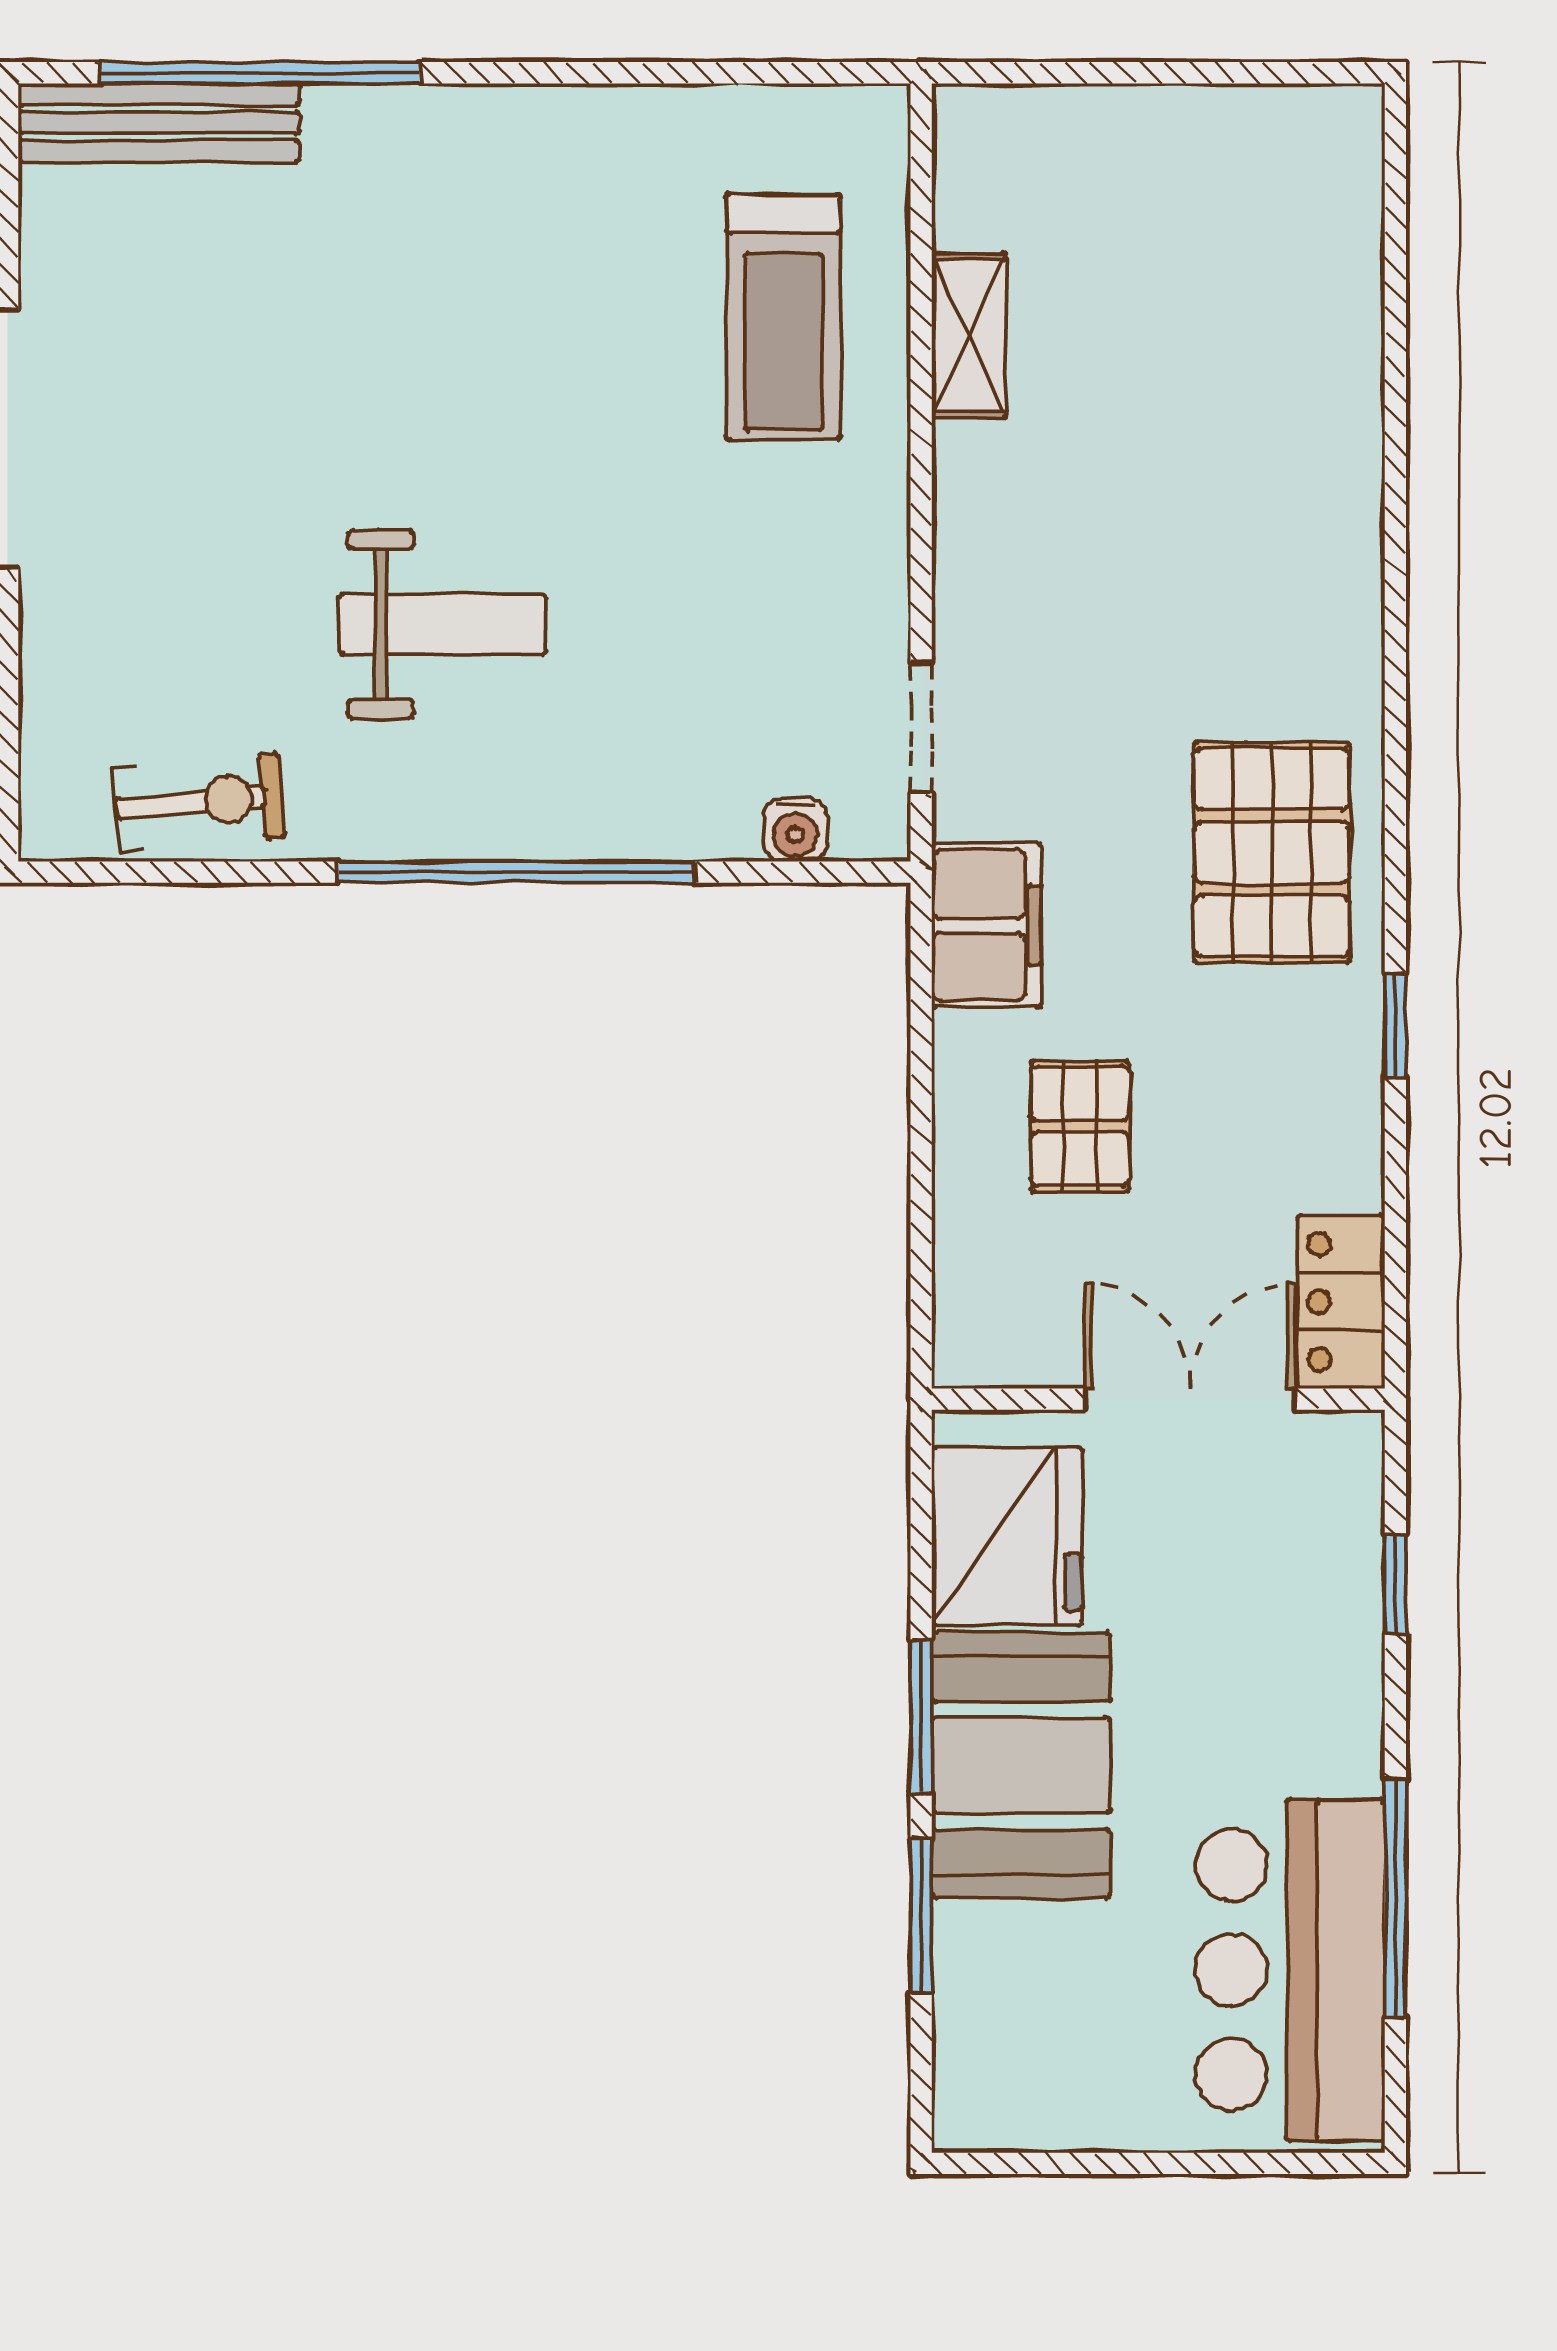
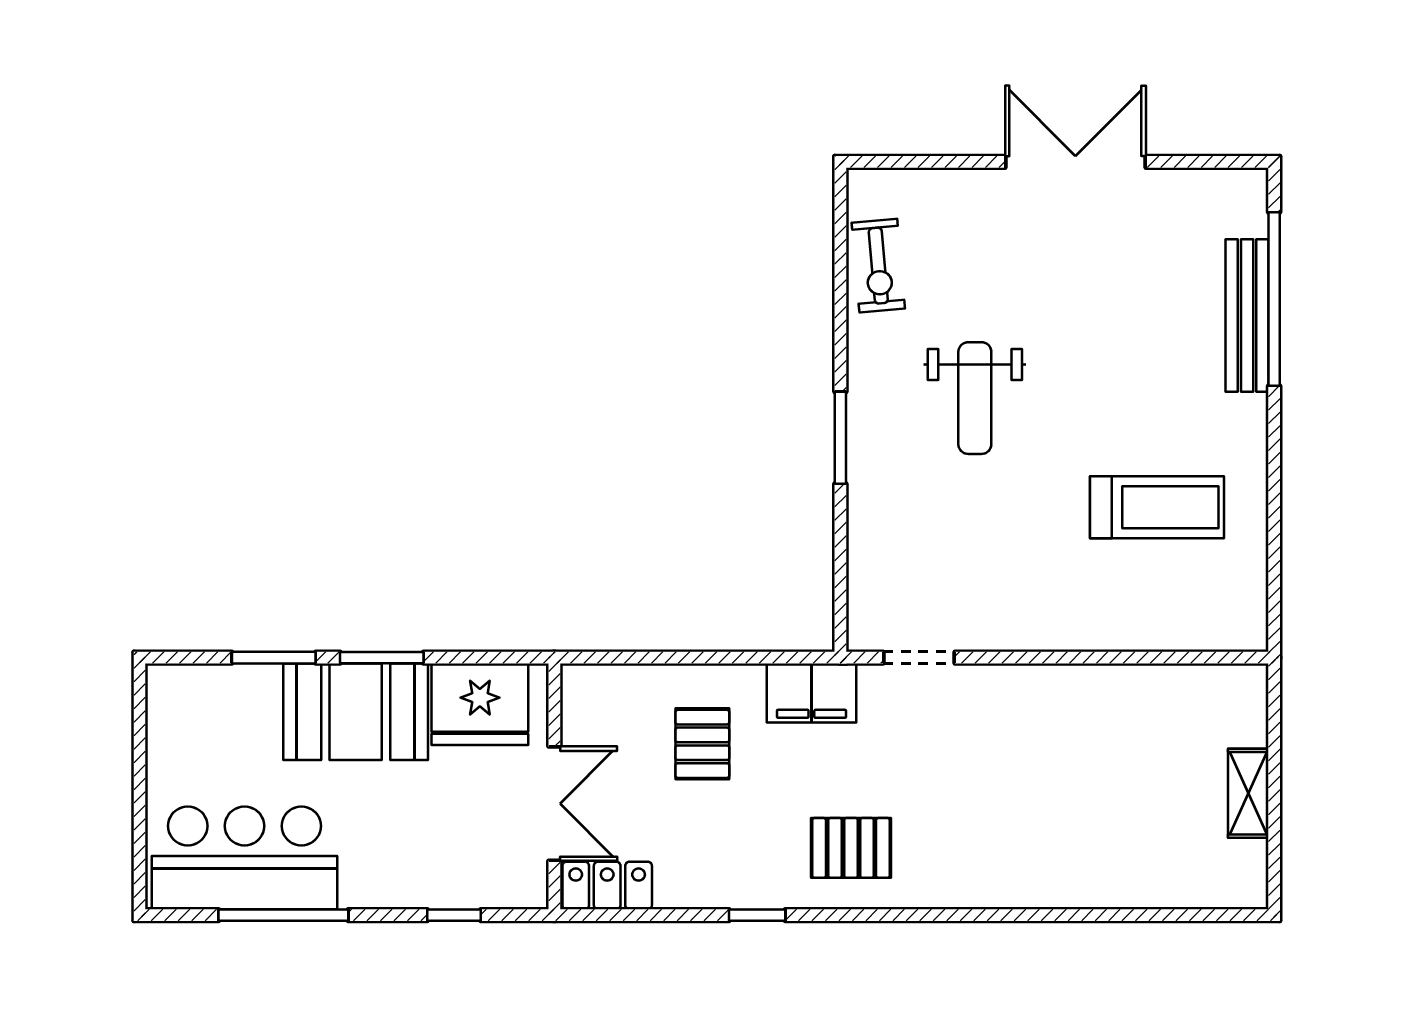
bench: (159, 123) -> (1247, 316), moved
treadmill: (784, 317) -> (1157, 507), moved, turned 180
shelving: (969, 336) -> (1248, 793), moved, turned 90
water cooler: (795, 830) -> (863, 589), removed
pallet: (1272, 852) -> (851, 848), width x0.67, depth x0.71
window: (516, 872) -> (840, 438), width x0.47
pallet: (1080, 1126) -> (702, 744), turned 90

